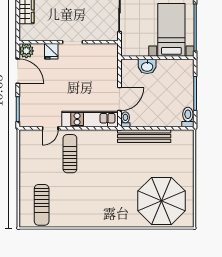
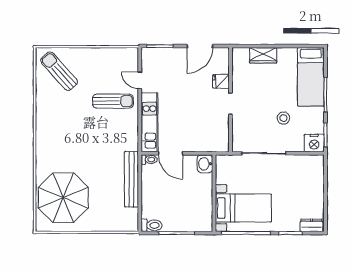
plant: (26, 51) -> (221, 55), removed
washbasin: (147, 66) -> (205, 164), moved
sun lounger: (42, 205) -> (59, 71), turned 48

